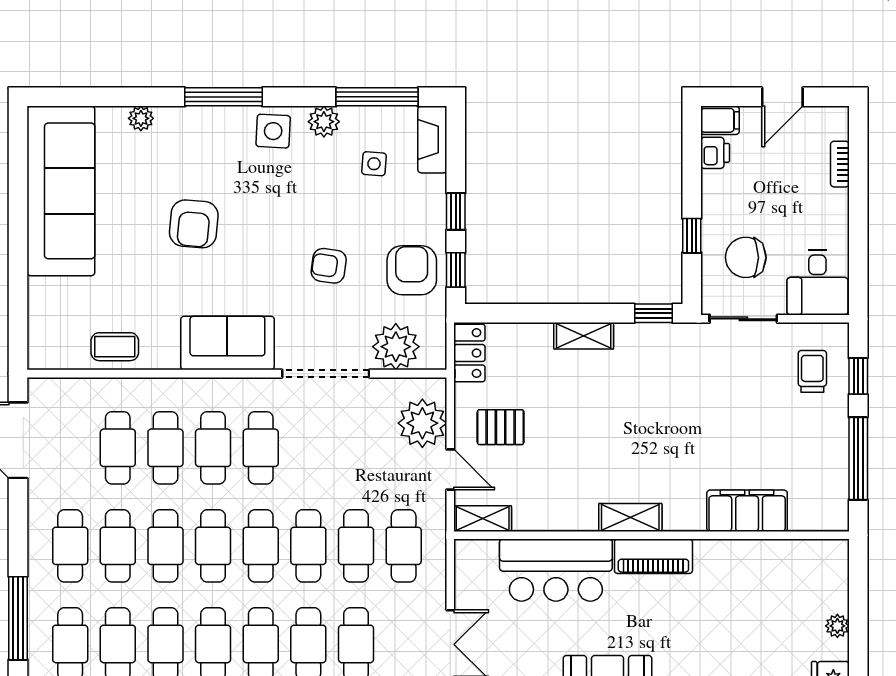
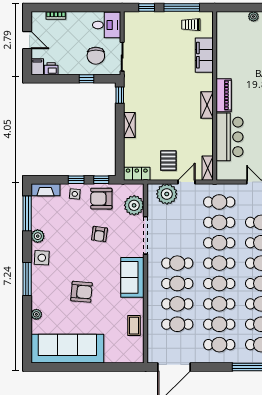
side table: (374, 164) -> (75, 194), moved
trolley: (812, 371) -> (191, 25), moved

